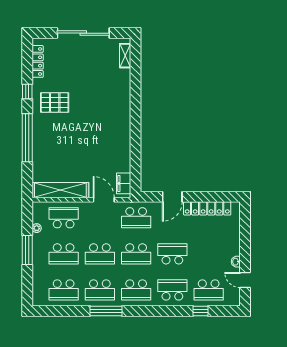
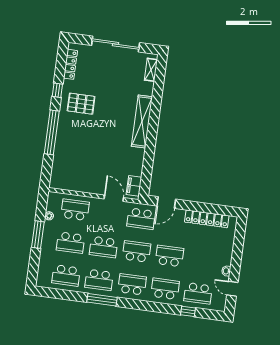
shelving: (60, 190) -> (142, 121), moved, turned 90
door: (172, 197) -> (166, 203), moved
school desk: (136, 254) -> (137, 252), turned 180
school desk: (136, 290) -> (132, 284), turned 180

